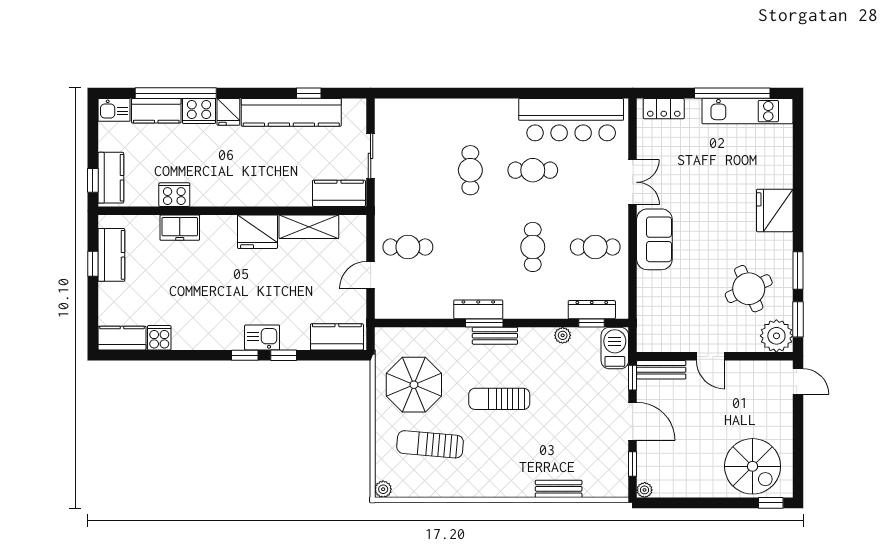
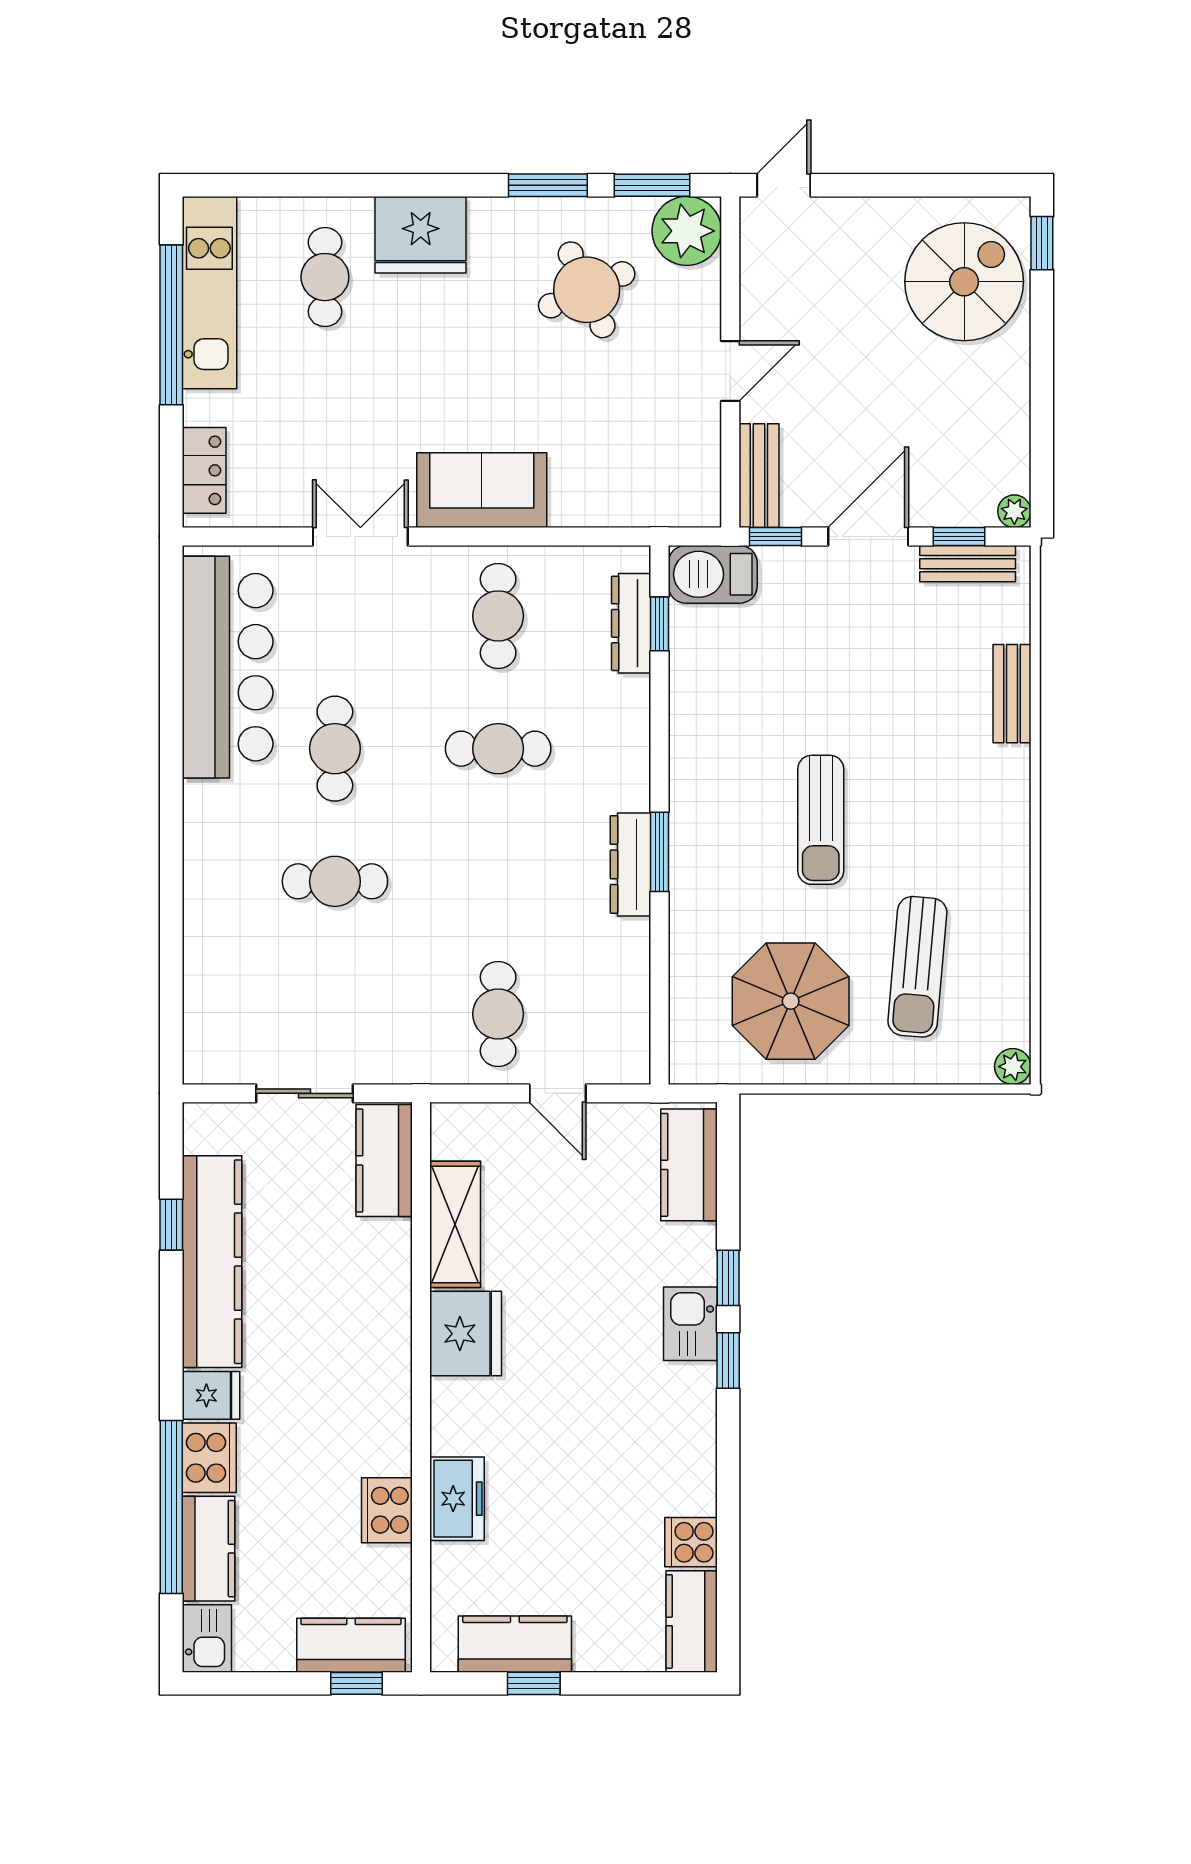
cafe table: (755, 166) -> (325, 277), added
plant: (563, 335) -> (686, 685), removed
bench: (495, 336) -> (968, 564), moved, turned 90

